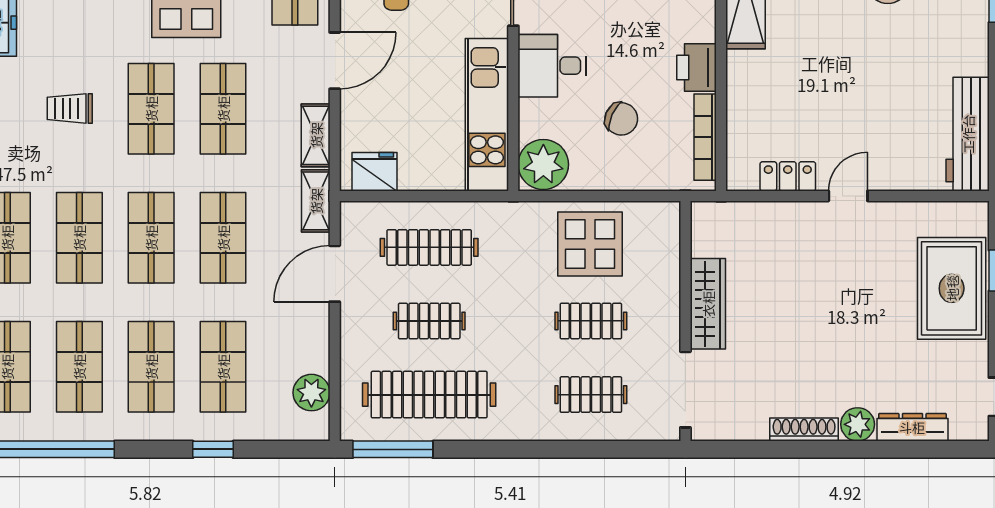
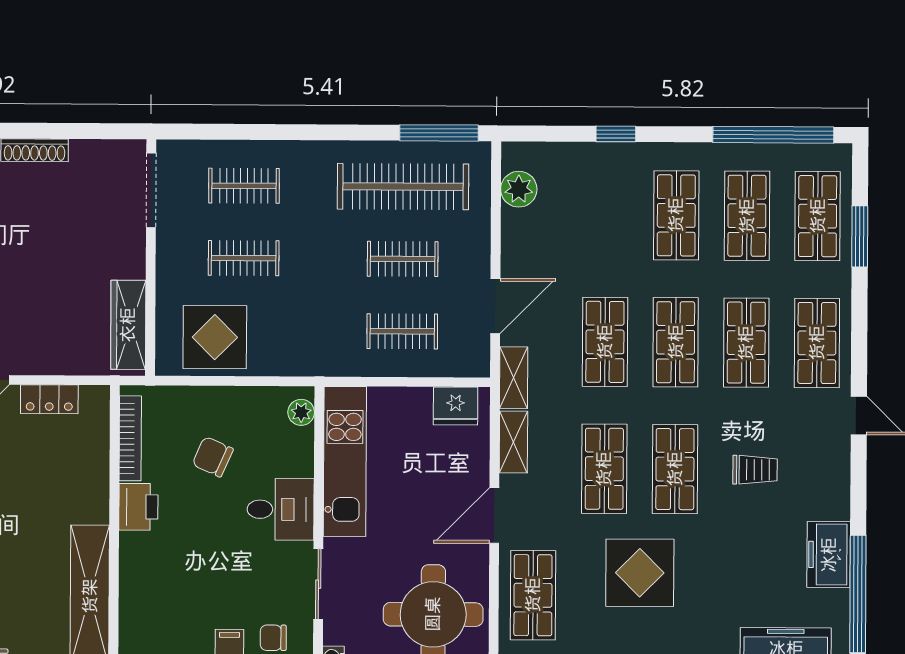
plant: (543, 164) -> (301, 412), width x0.53, depth x0.53
display table: (590, 244) -> (215, 337), moved
clothes rail: (429, 247) -> (402, 331), width x0.73
wardrobe: (708, 304) -> (128, 325), moved
shop shelf: (223, 367) -> (606, 215), removed

